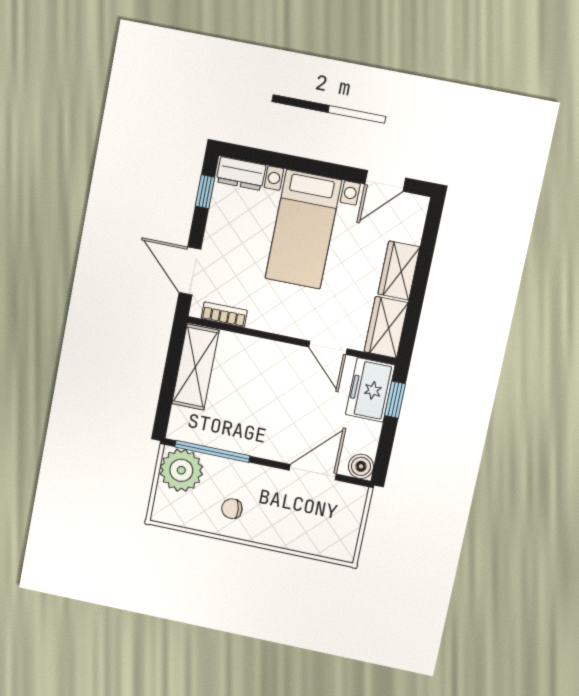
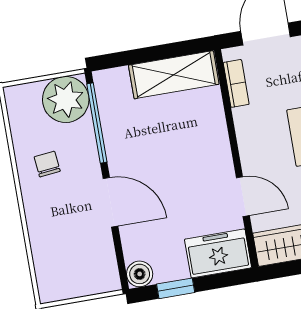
door: (328, 348) -> (243, 197), swing flipped
window: (395, 400) -> (176, 288), moved
door: (313, 472) -> (111, 202), moved

